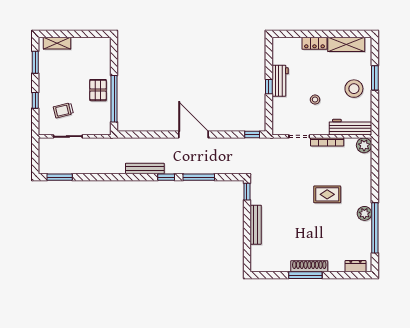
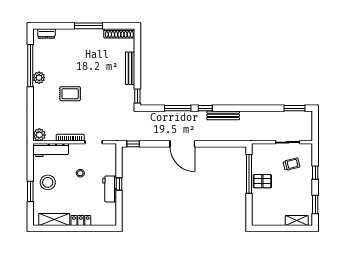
pallet: (98, 90) -> (262, 181), turned 90
shoe rack: (309, 266) -> (119, 33), moved

